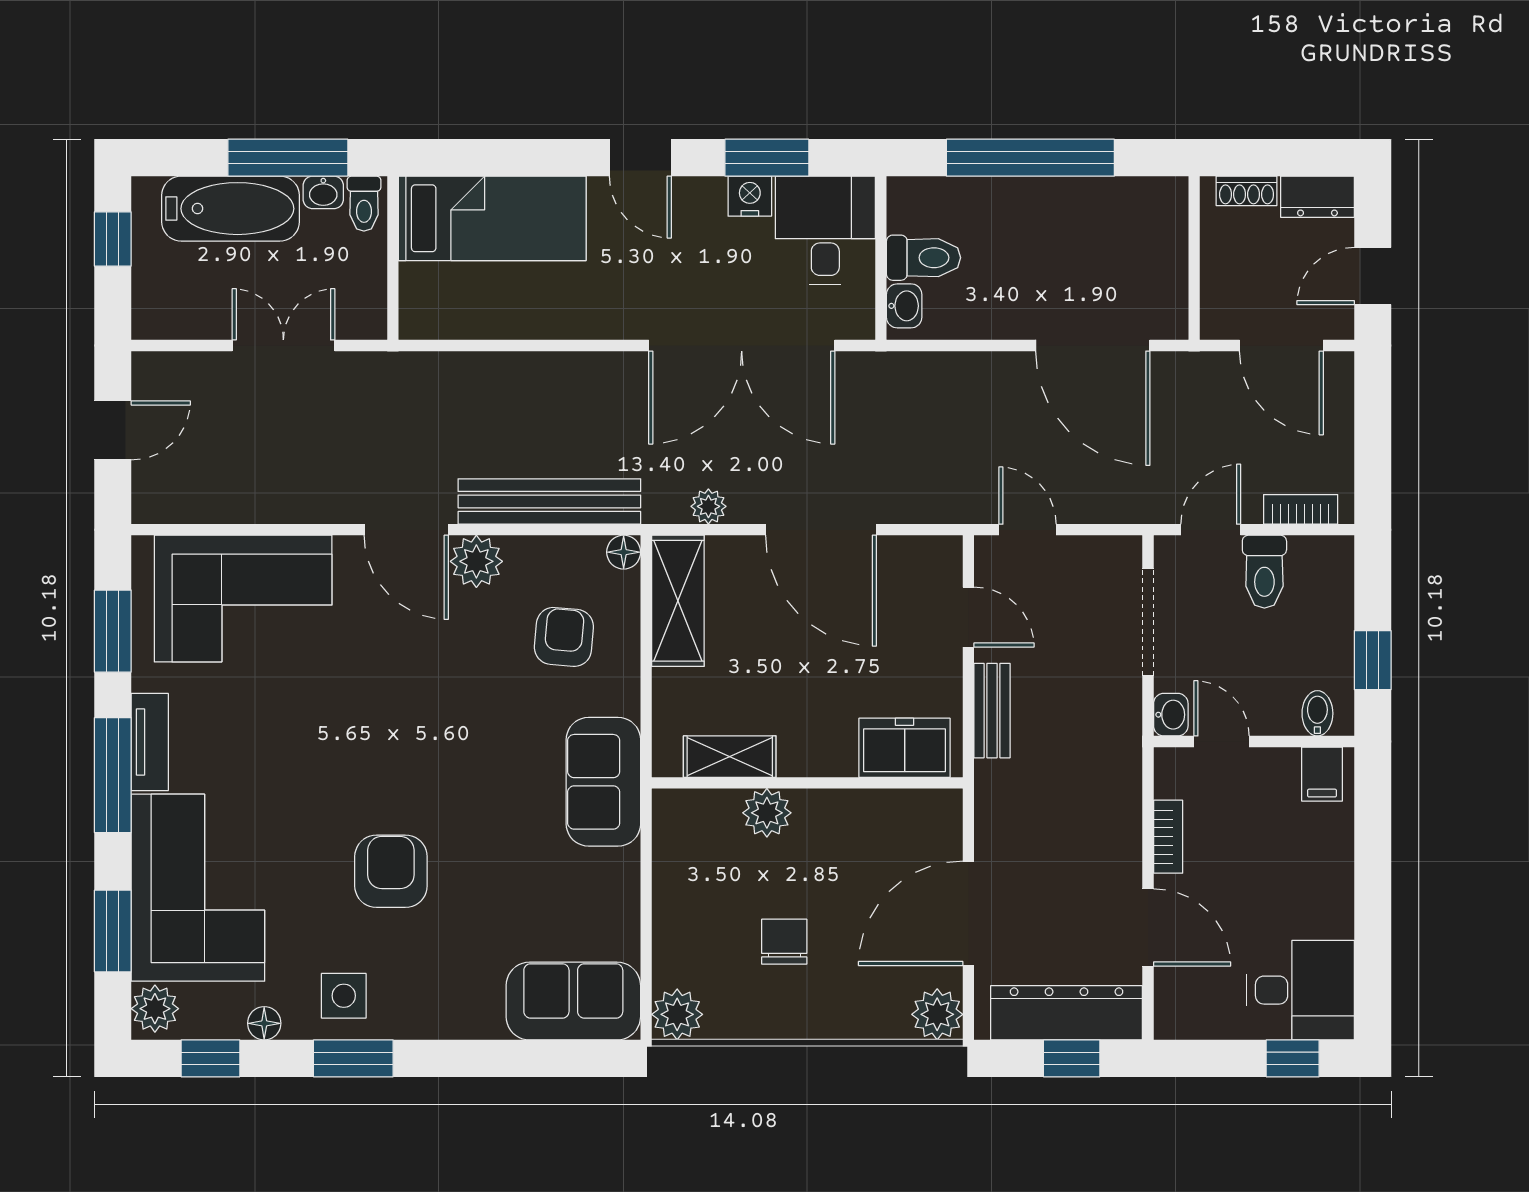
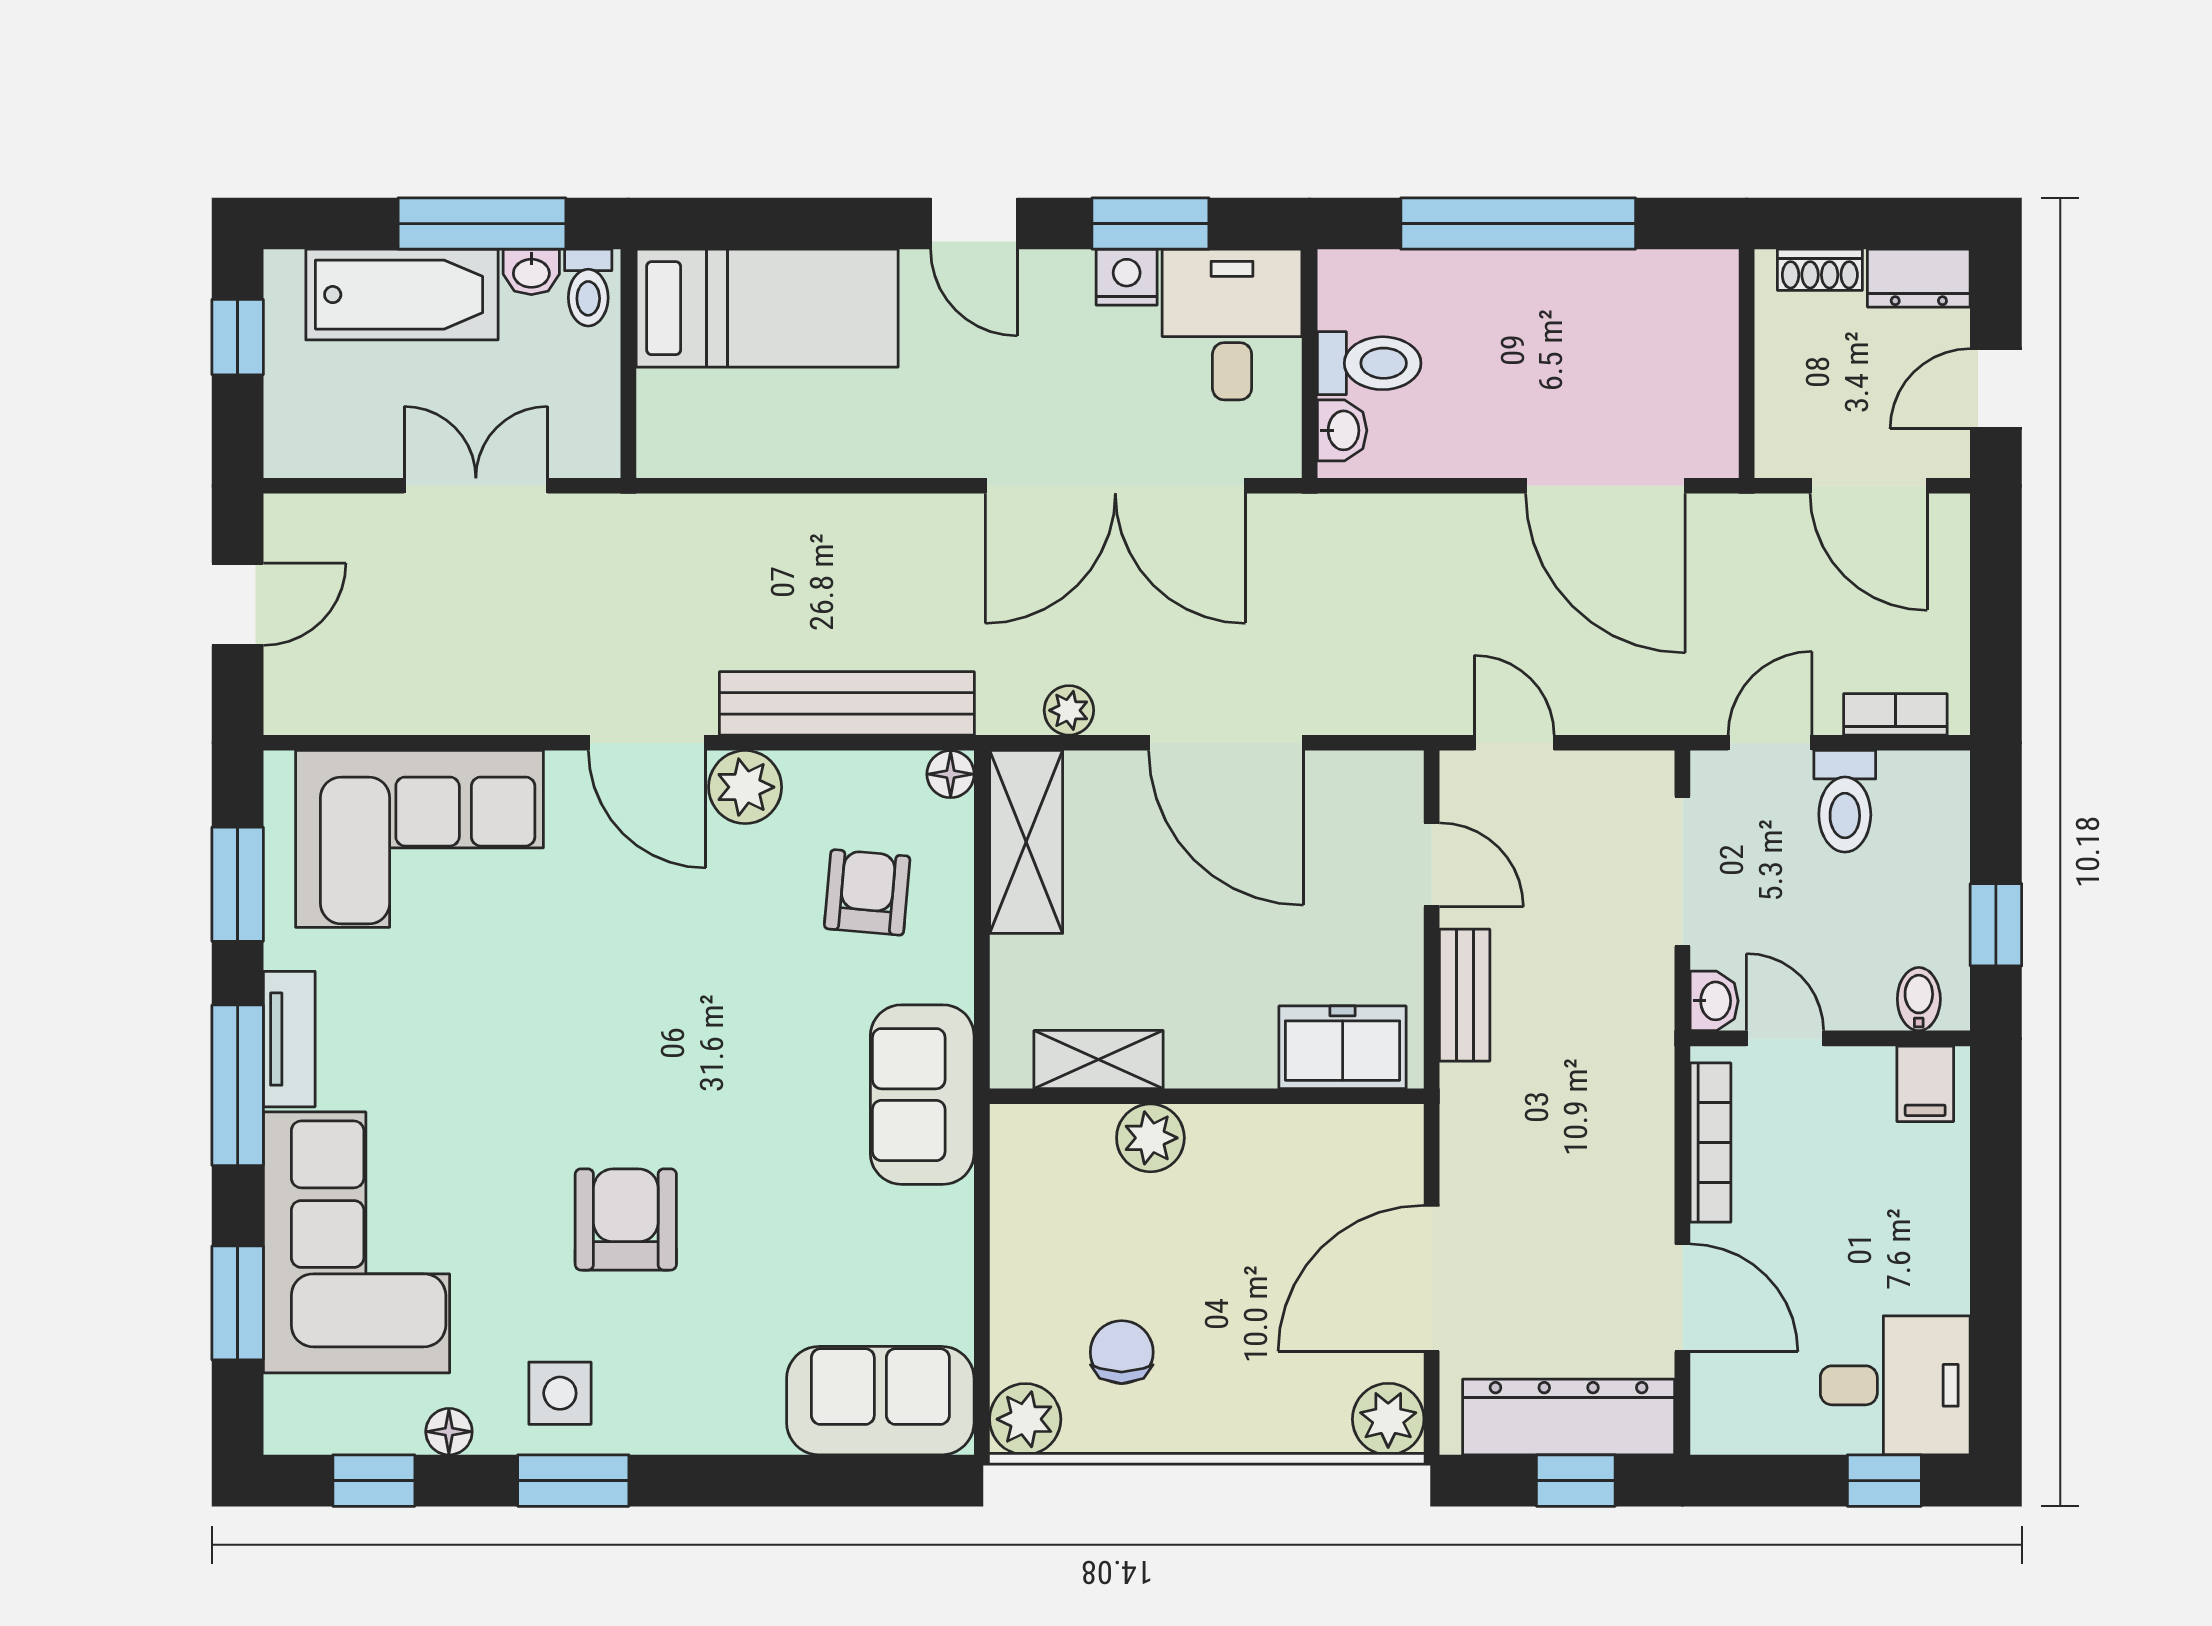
bookcase: (1168, 837) -> (1710, 1143), width x1.56
chair: (784, 942) -> (1122, 1352), moved
plant: (155, 1009) -> (296, 1411), removed

